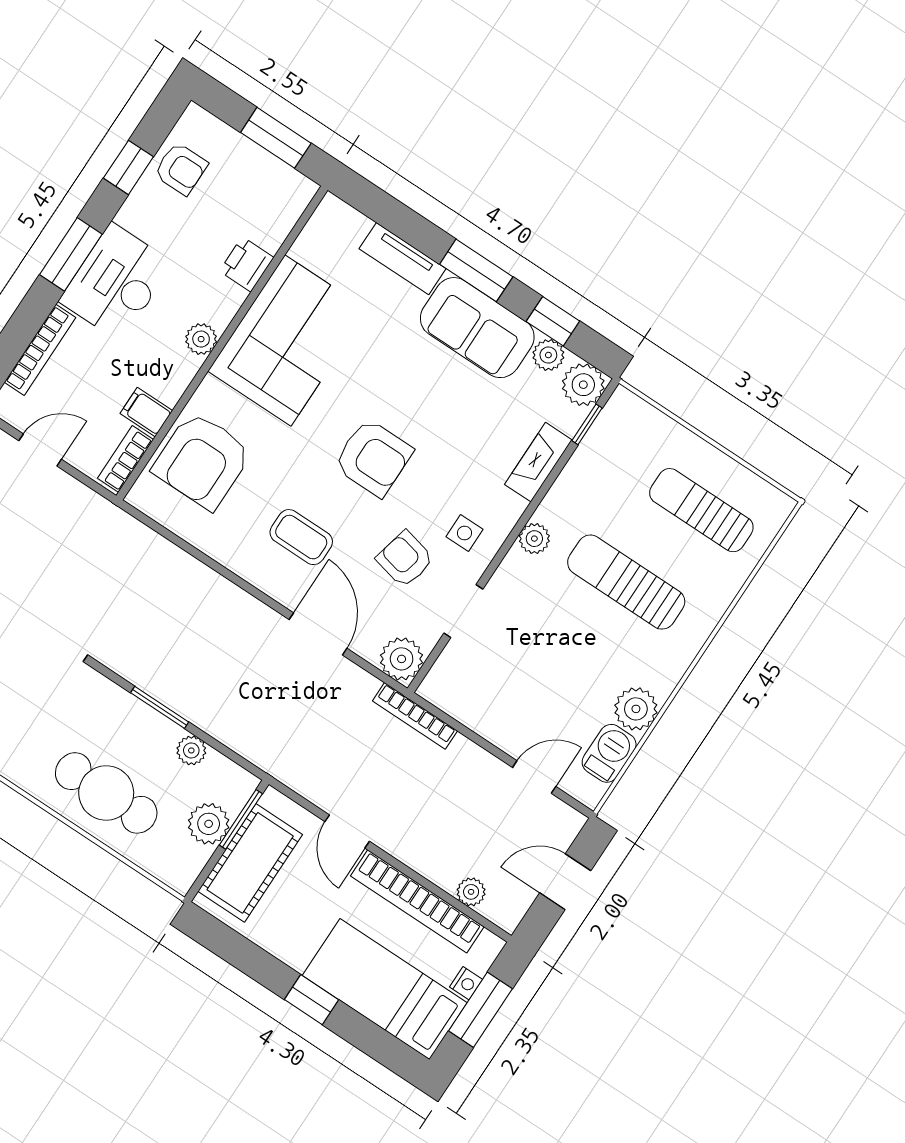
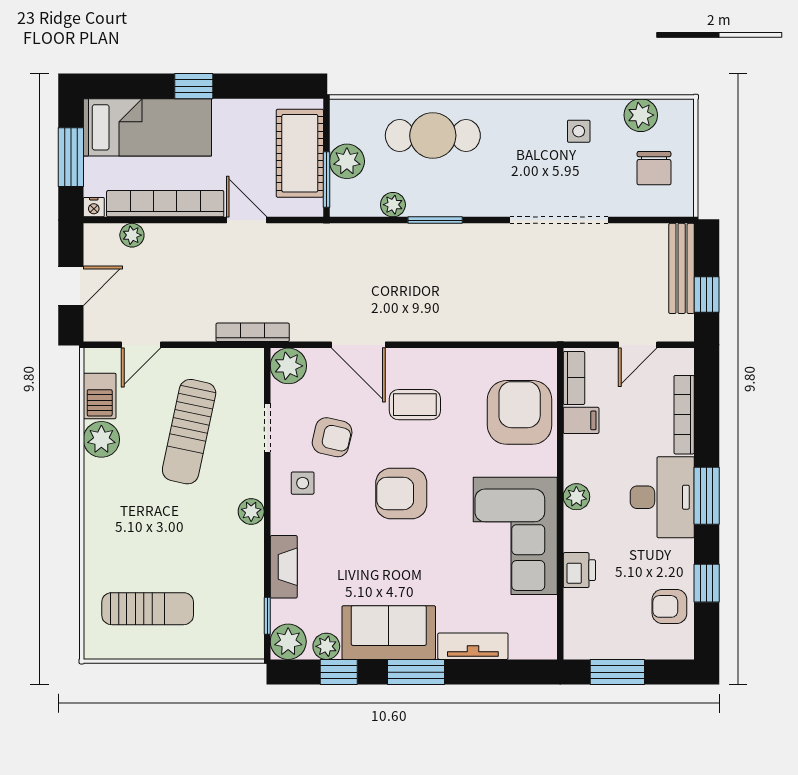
sun lounger: (626, 582) -> (189, 432), moved, turned 102
nightstand: (466, 983) -> (94, 207), moved, turned -90

